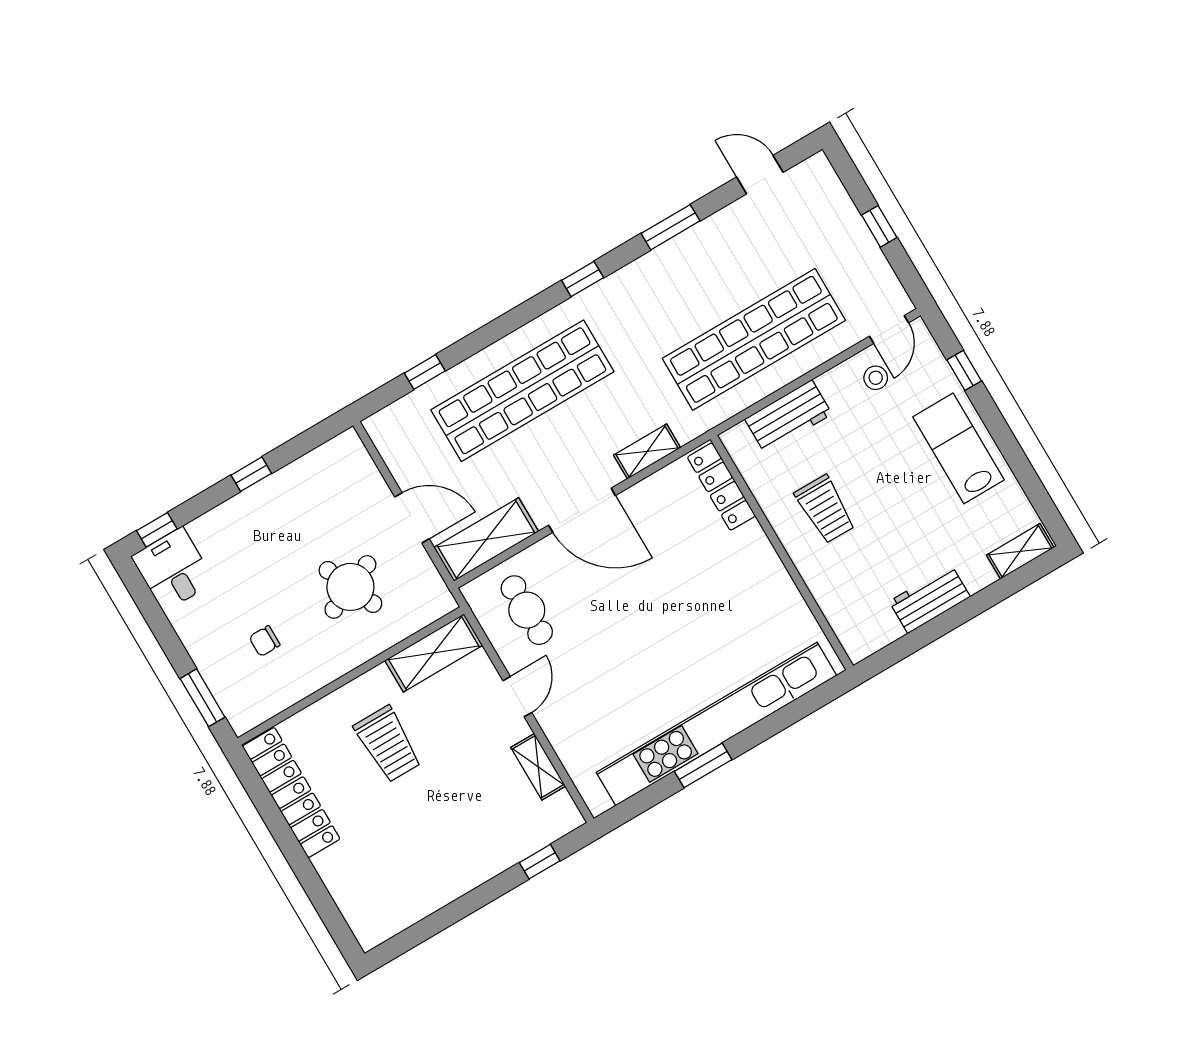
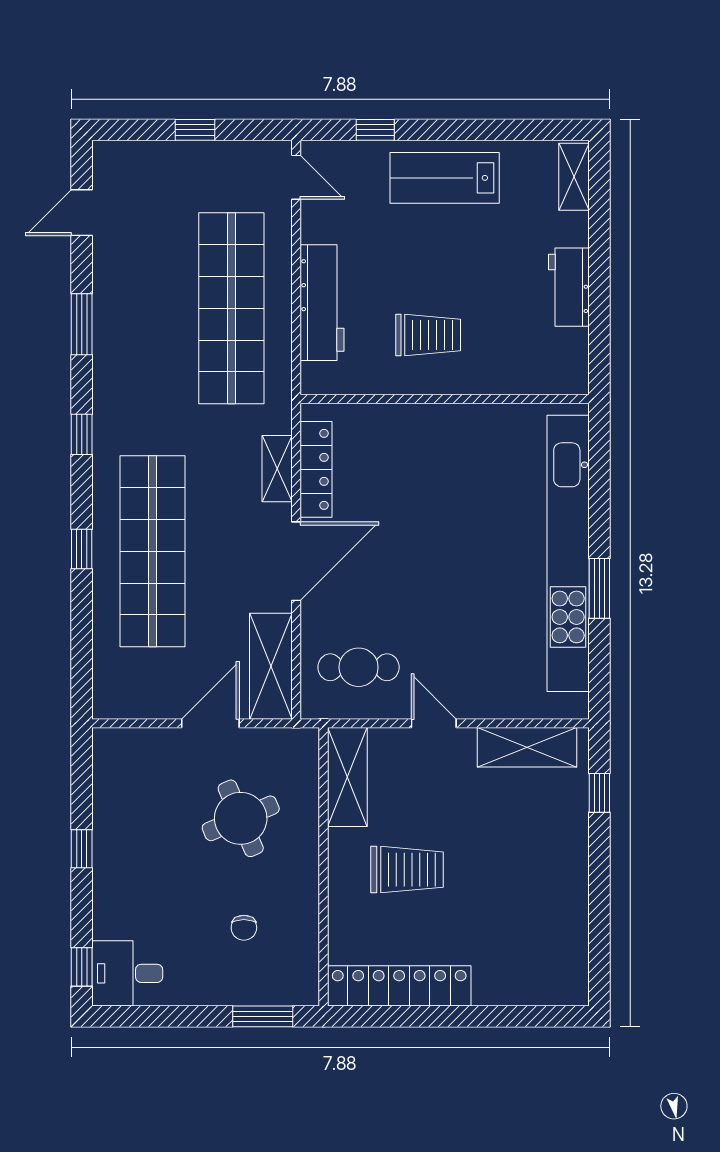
window: (425, 372) -> (82, 549), moved
stool: (876, 378) -> (334, 216), removed
workbench: (788, 417) -> (322, 303), width x1.38
locker: (721, 487) -> (316, 469), moved, turned -90
shelving: (538, 767) -> (527, 747), width x1.50, depth x1.33

